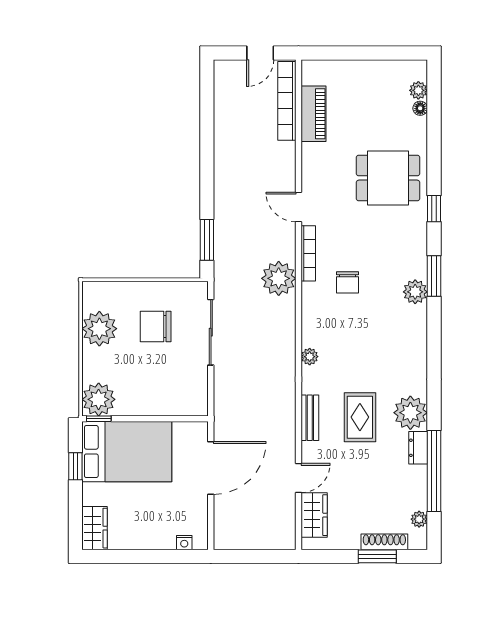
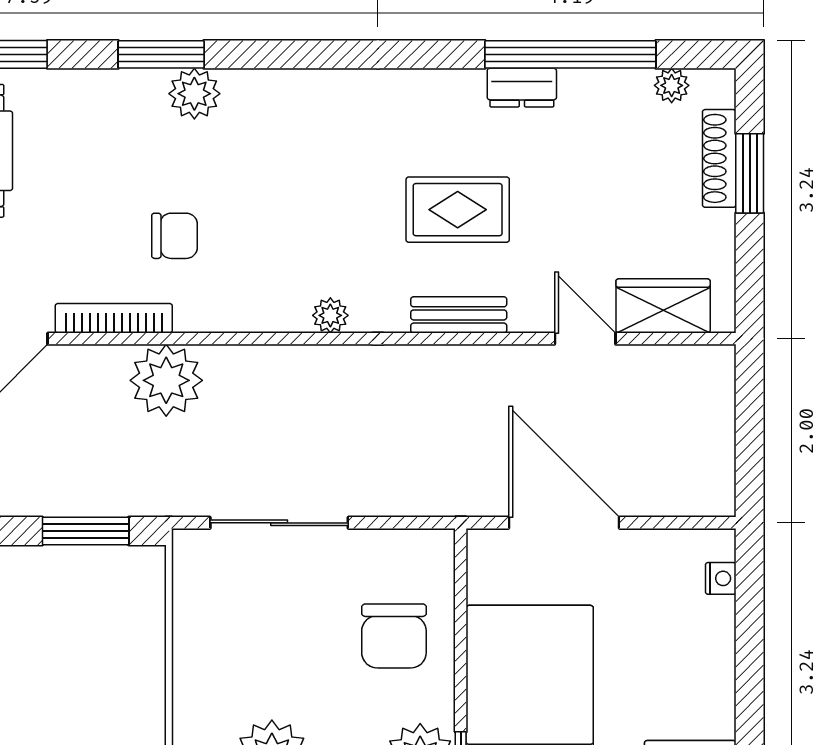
chair: (156, 327) -> (394, 636), moved
plant: (410, 413) -> (448, 104), removed

